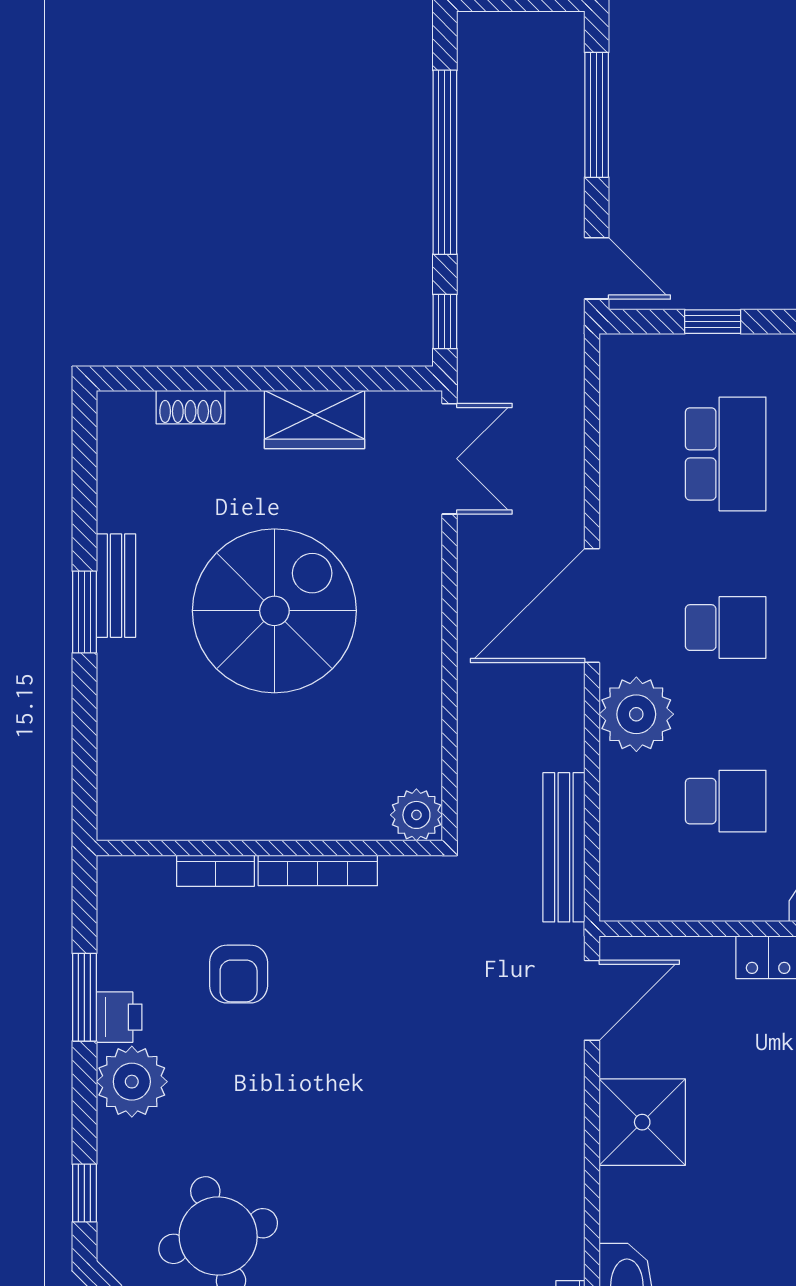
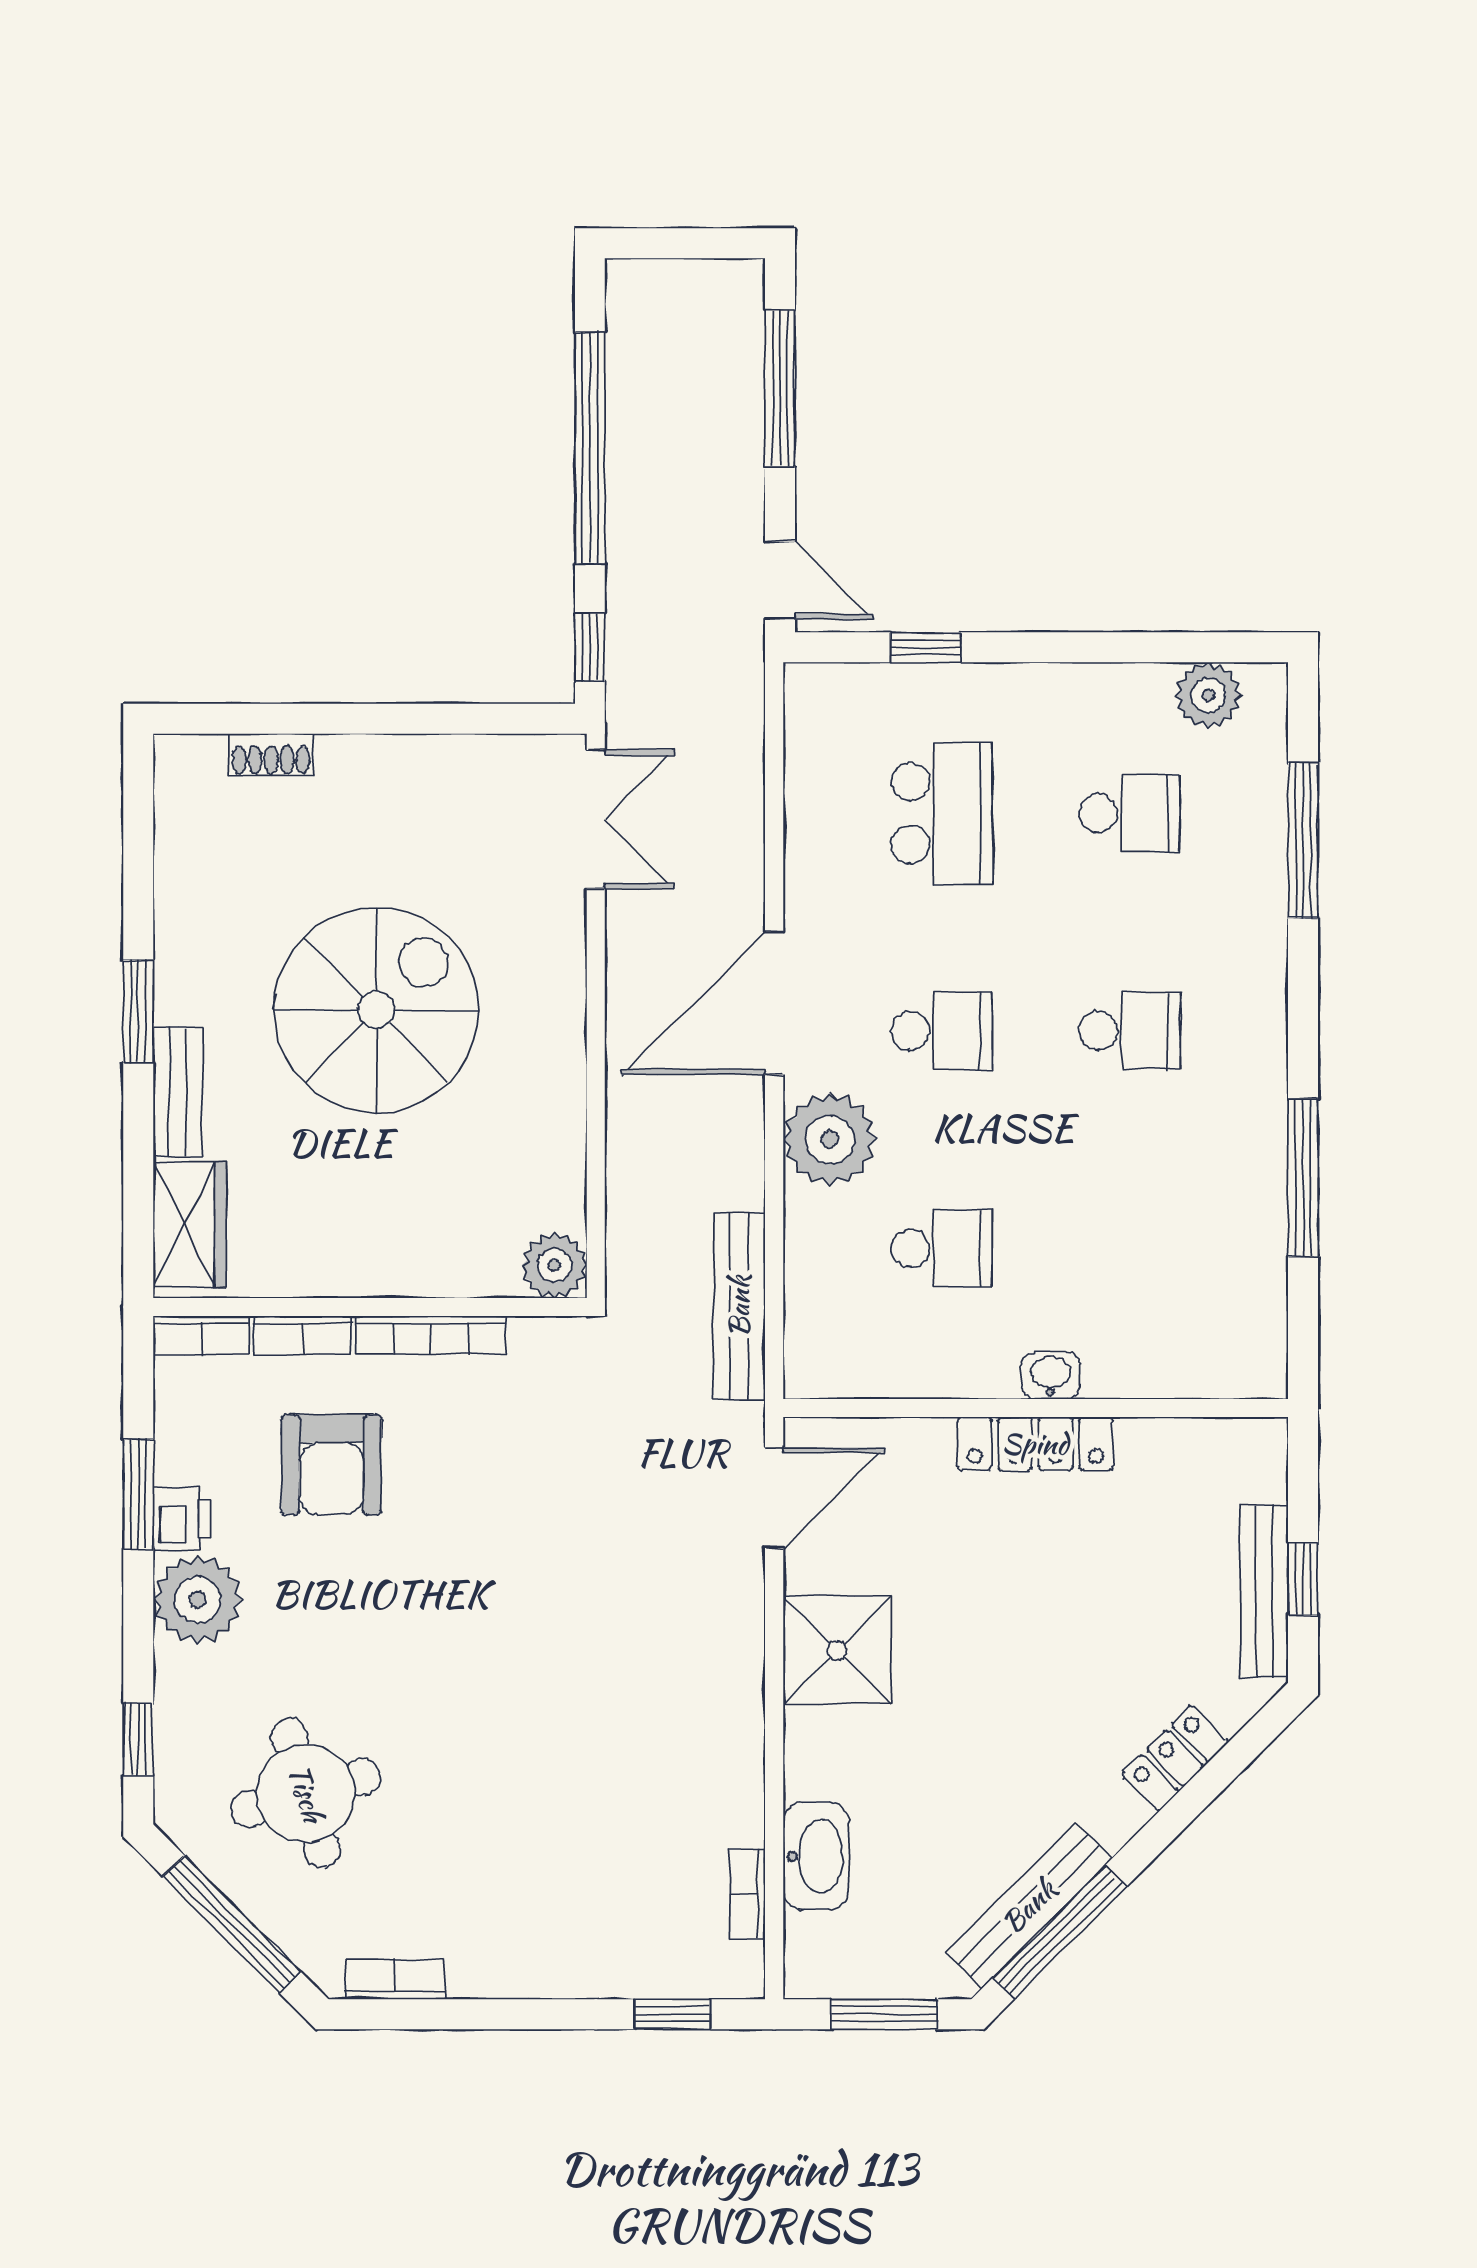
wardrobe: (315, 419) -> (189, 1224), moved, turned -90
bench: (116, 586) -> (178, 1092), moved
bookcase: (135, 870) -> (201, 1335), added
armchair: (239, 974) -> (331, 1465), width x1.38, depth x1.38

